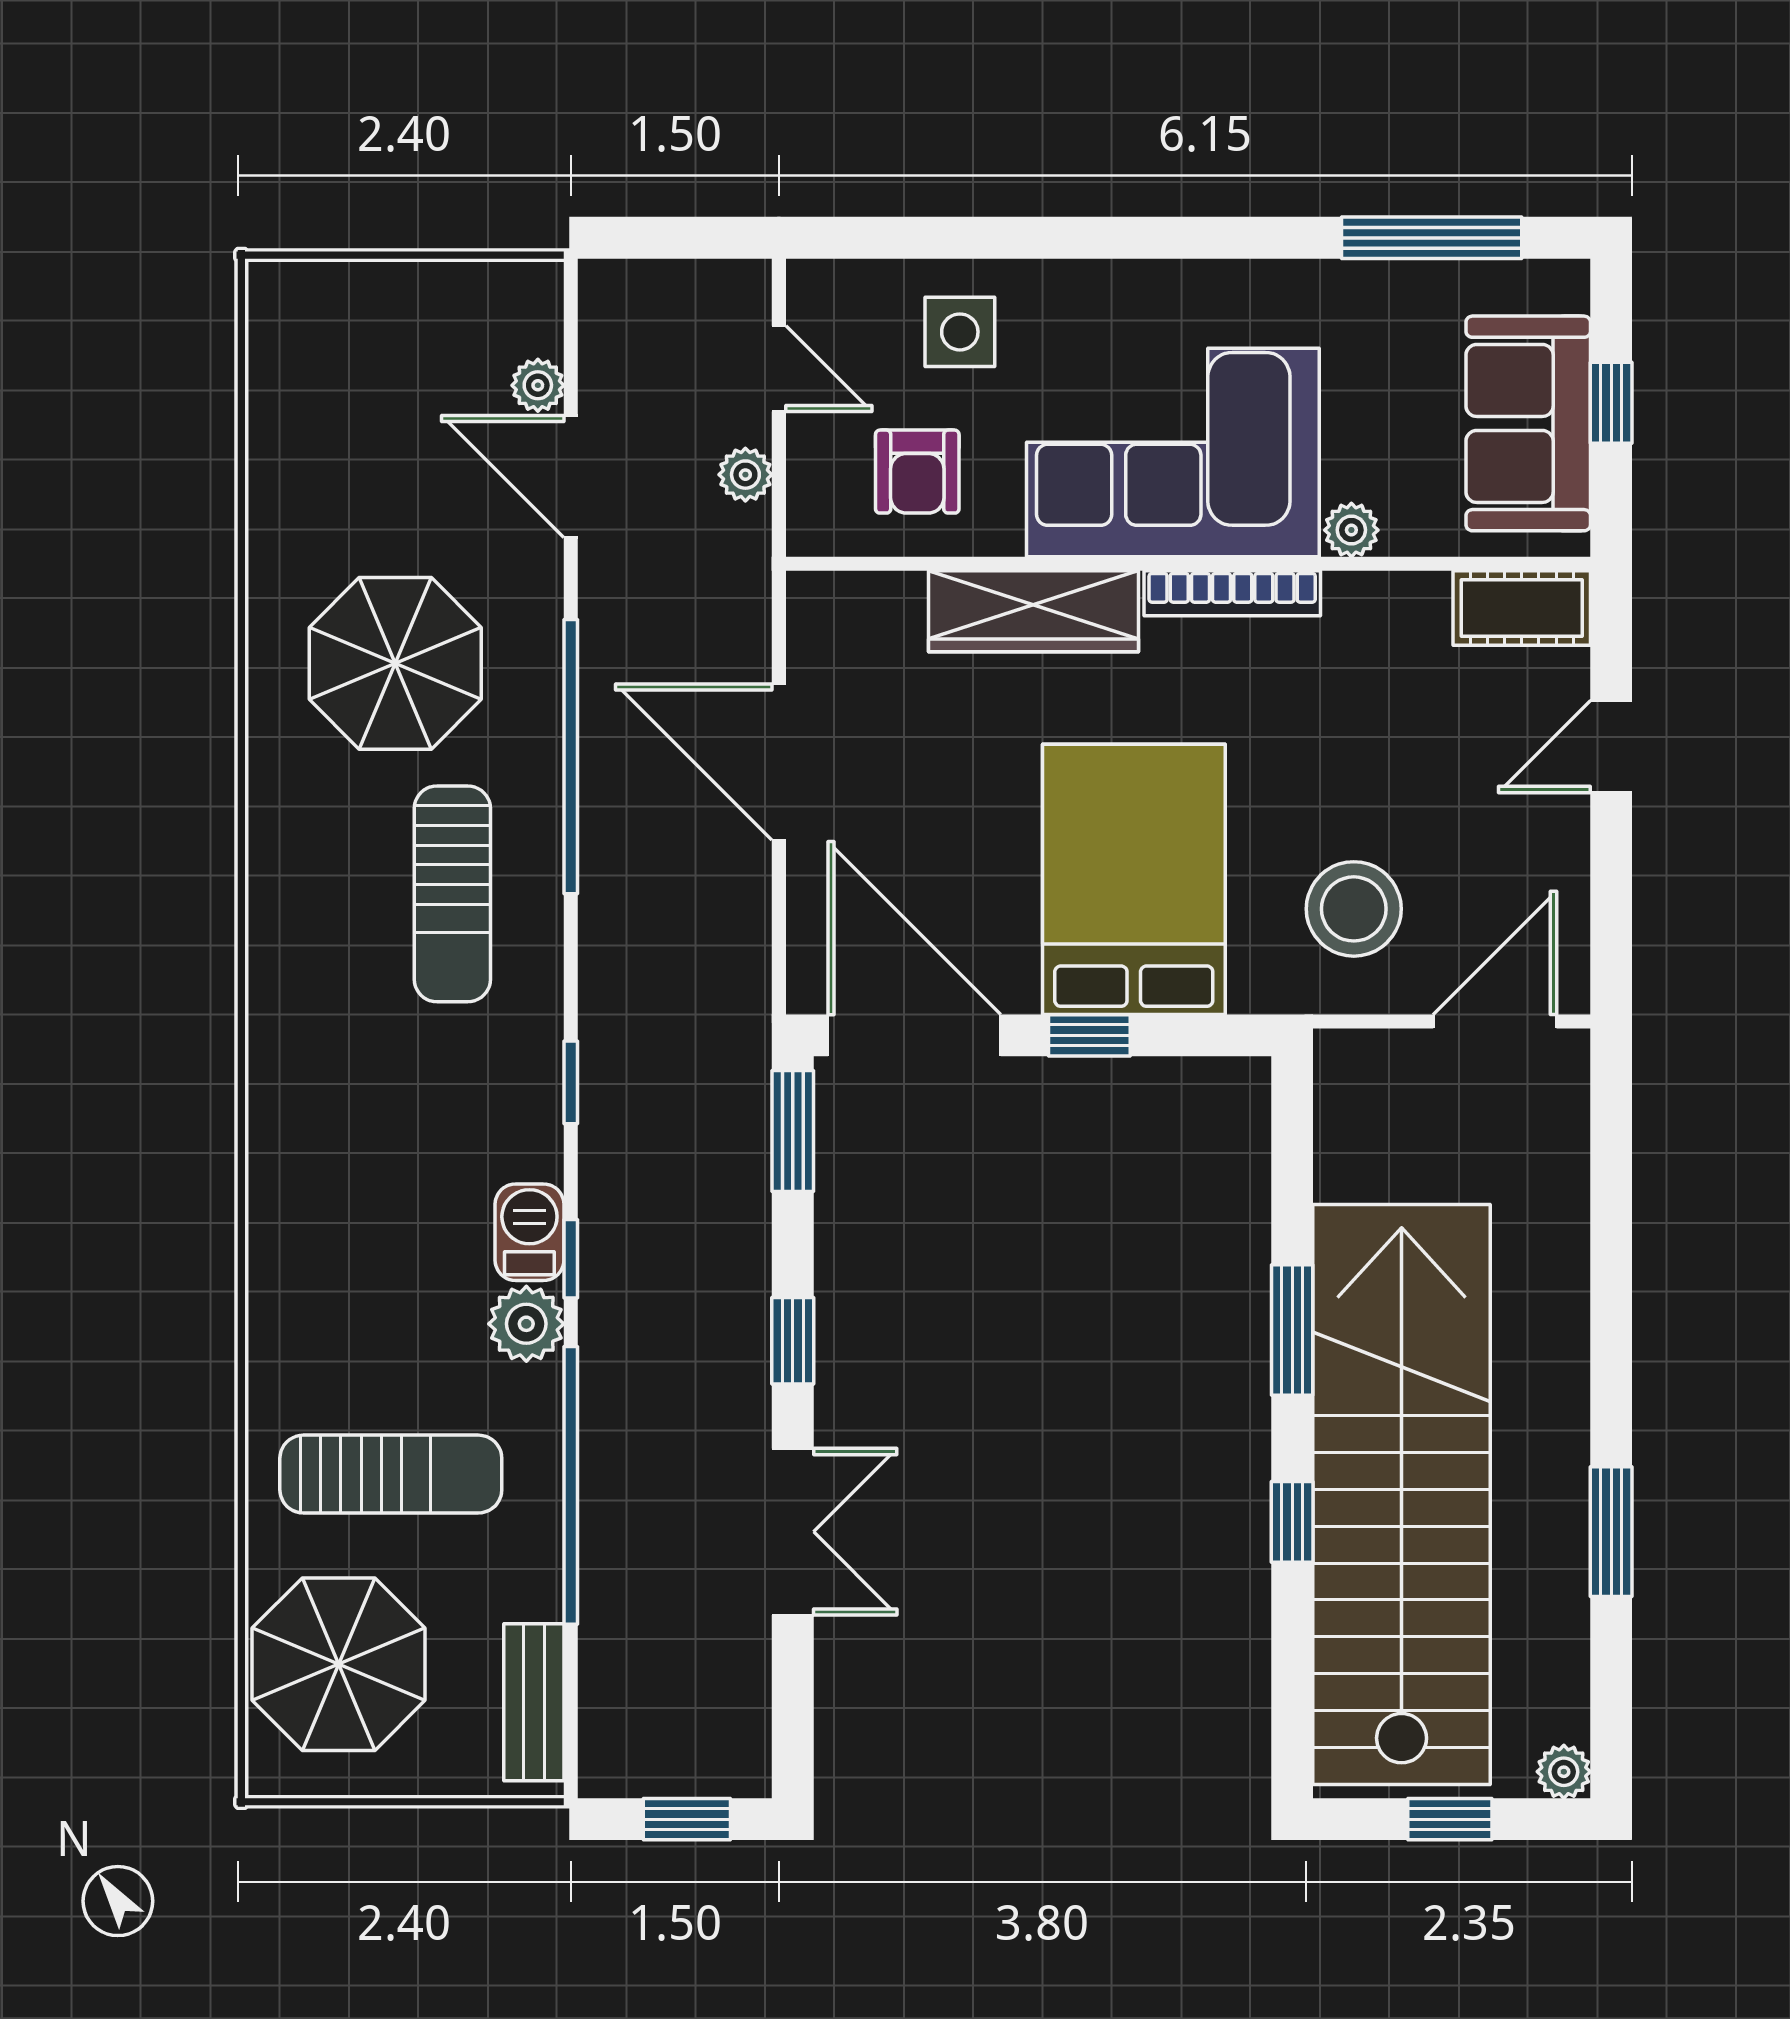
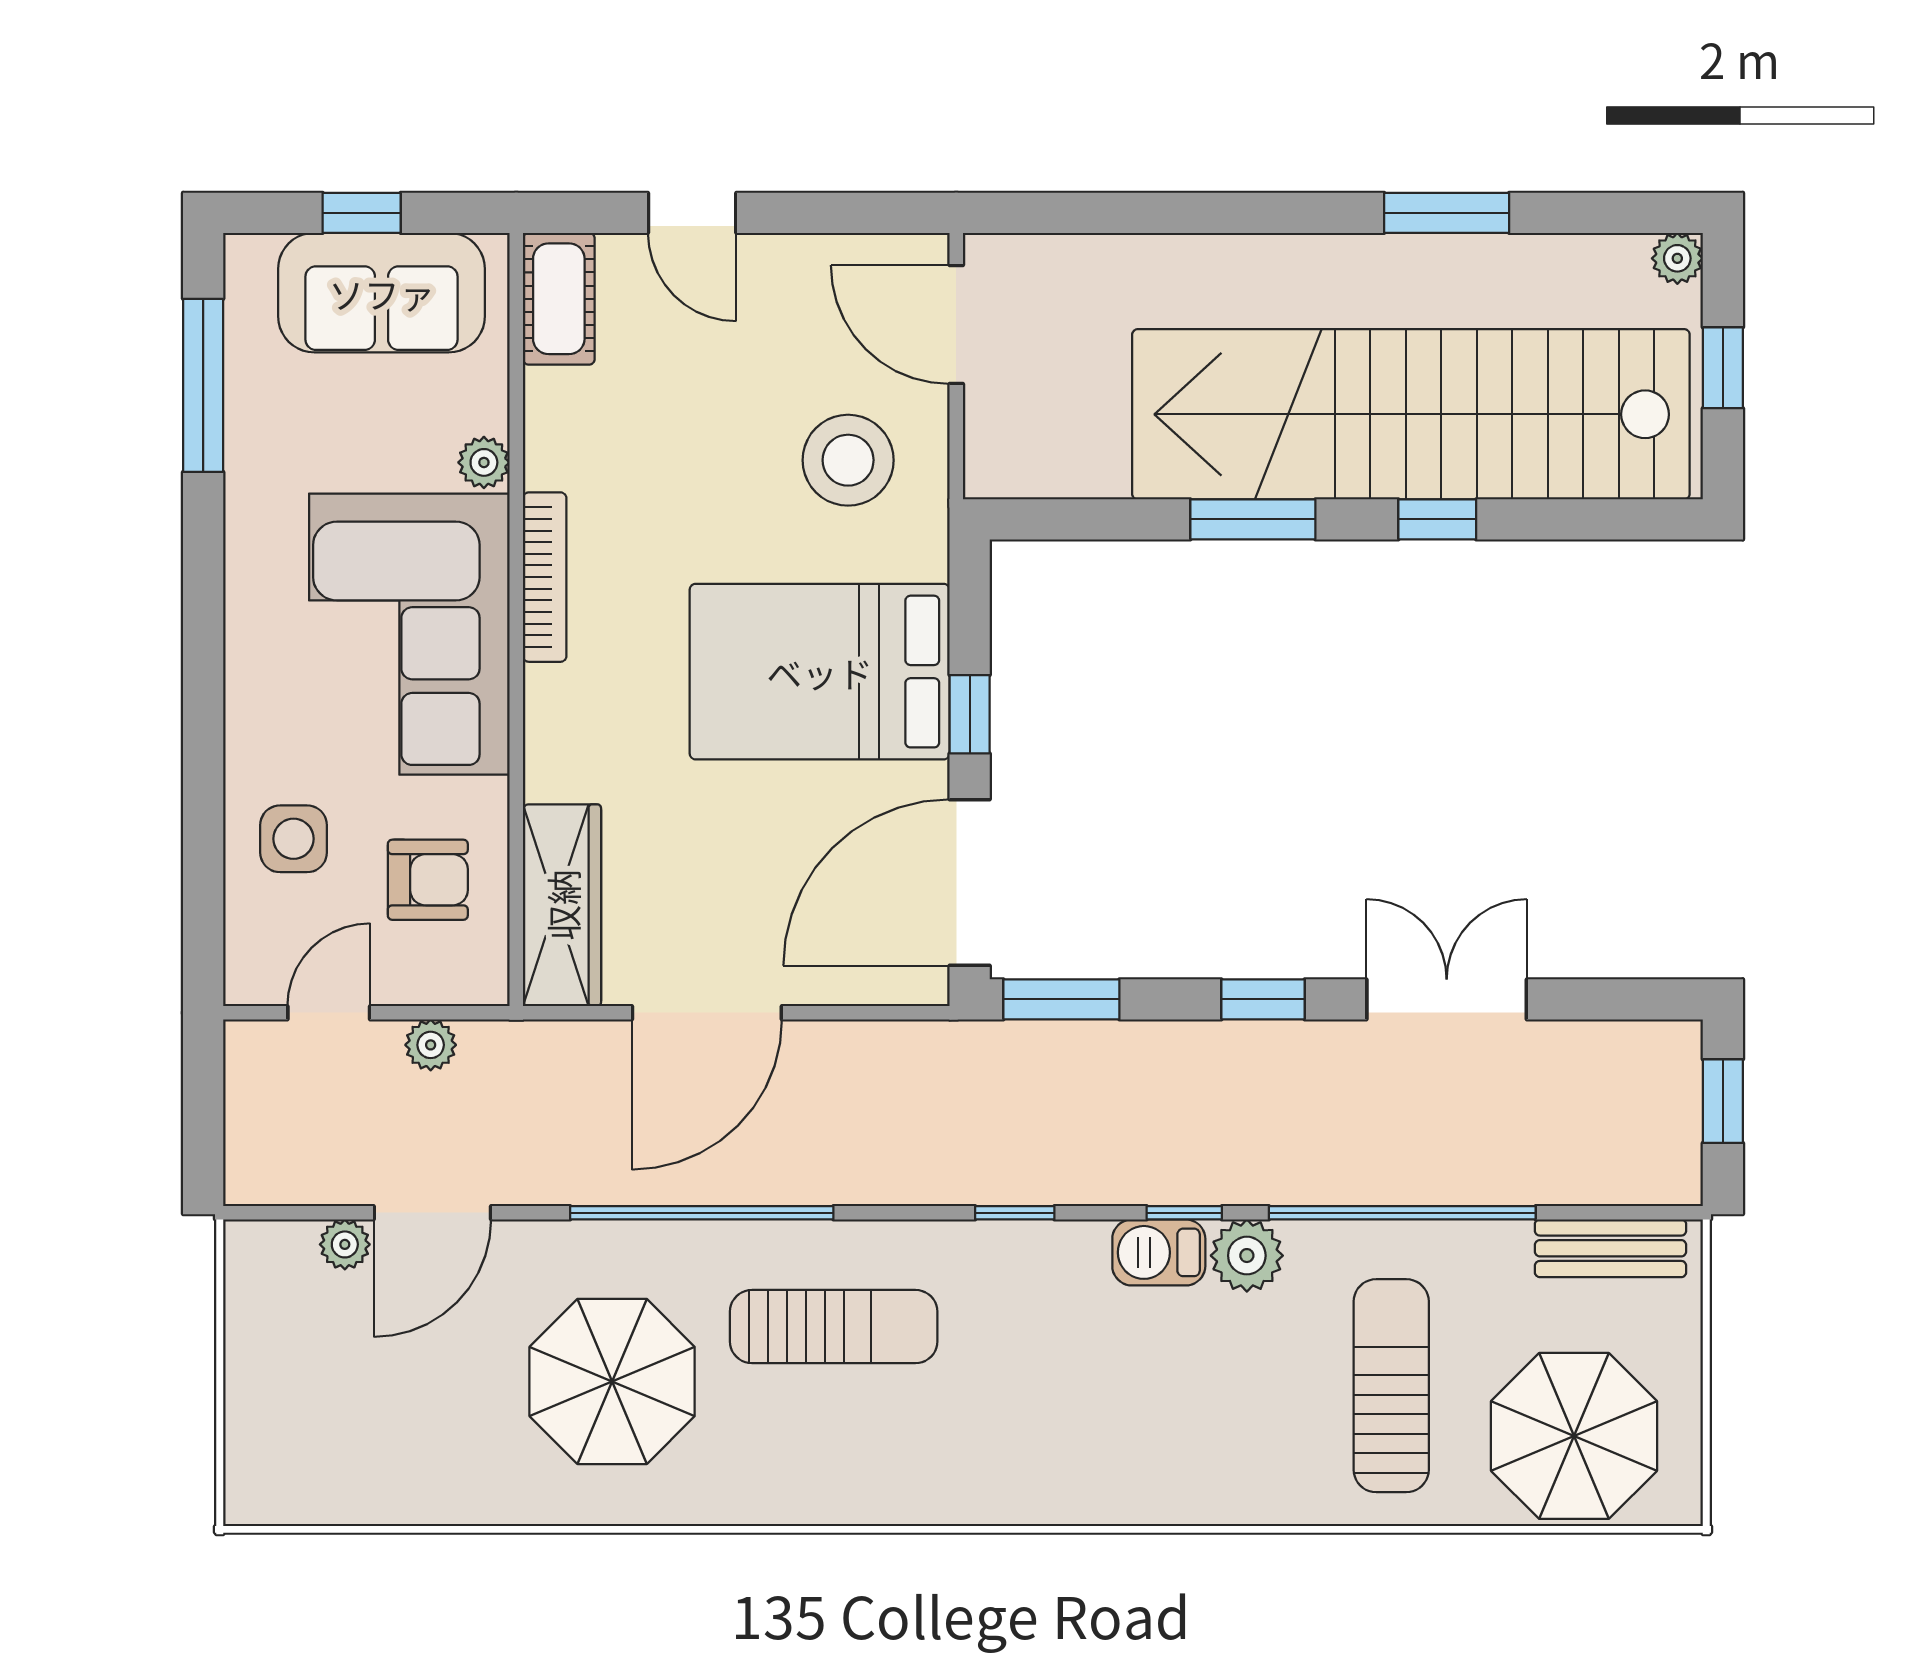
wardrobe: (1033, 611) -> (562, 905), moved

